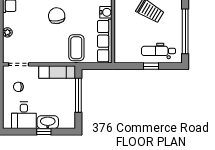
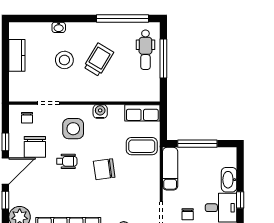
row of seats: (105, 41) -> (142, 113), width x0.68
window: (151, 66) -> (163, 59), width x2.17
window: (44, 132) -> (240, 200), moved

